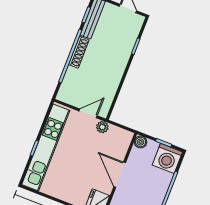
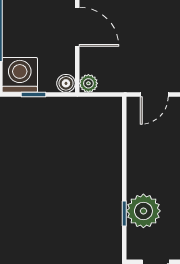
plant: (123, 43) -> (143, 211), added
plant: (102, 127) -> (88, 83), moved

